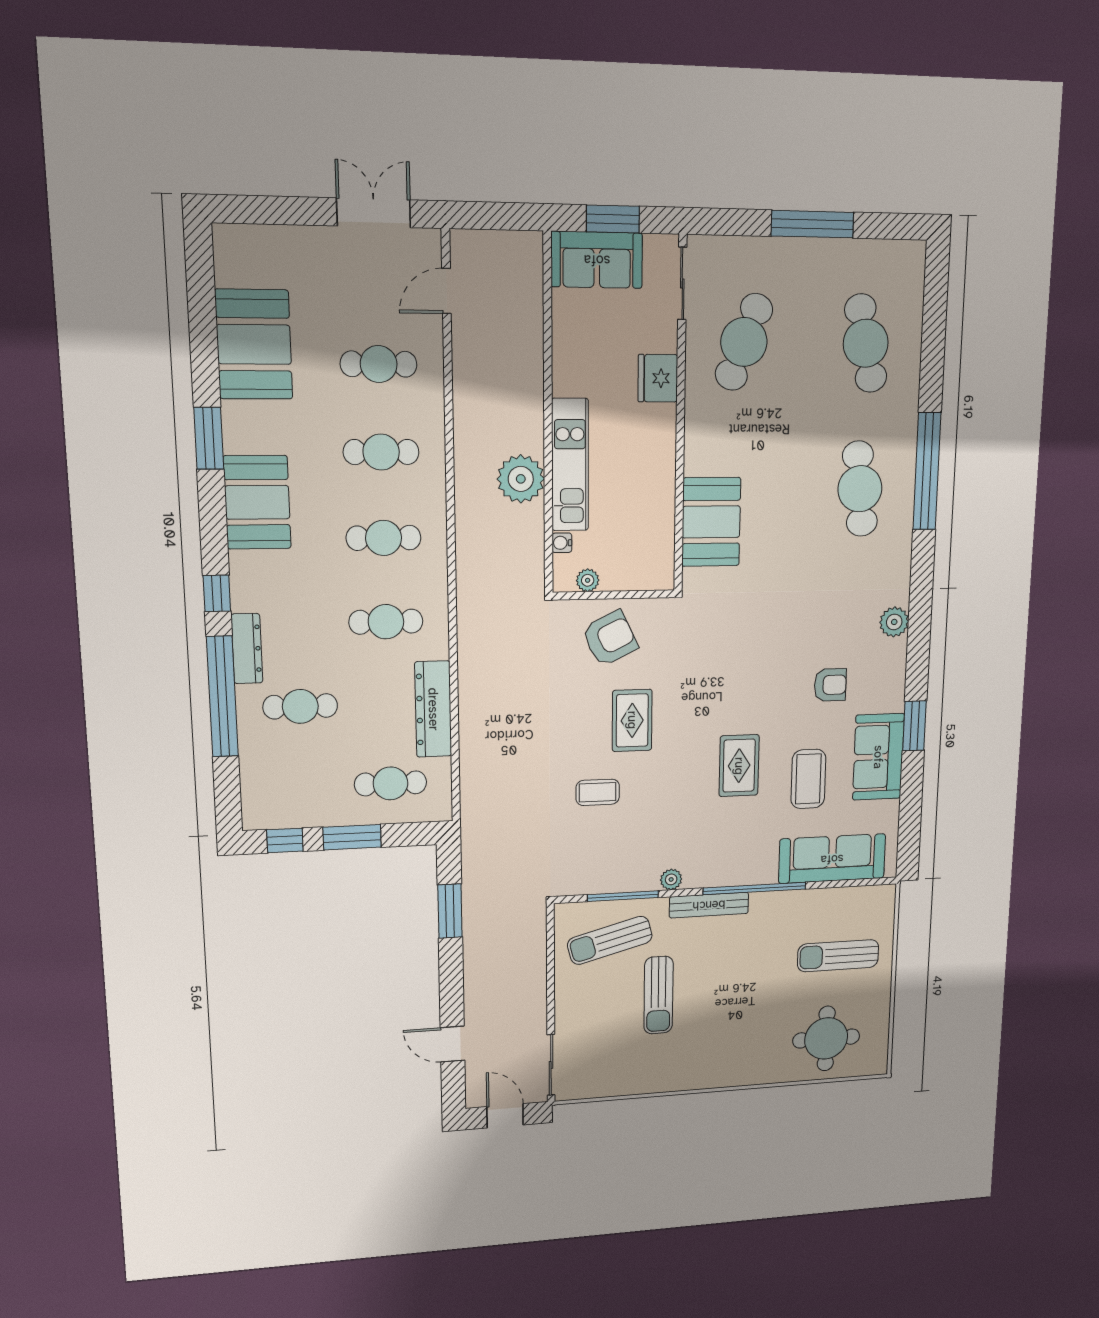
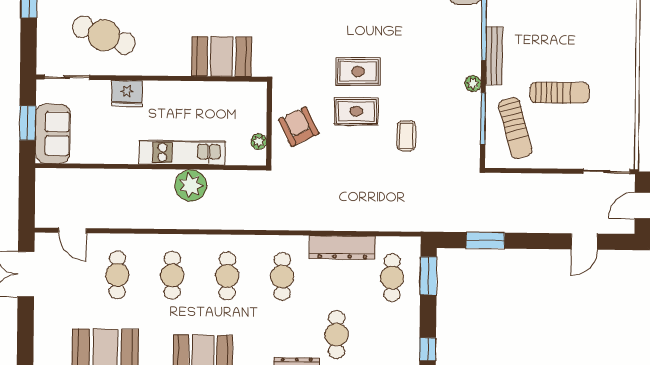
water cooler: (562, 543) -> (233, 159), removed
rug: (739, 766) -> (358, 71), moved
window: (352, 837) -> (428, 276), moved

